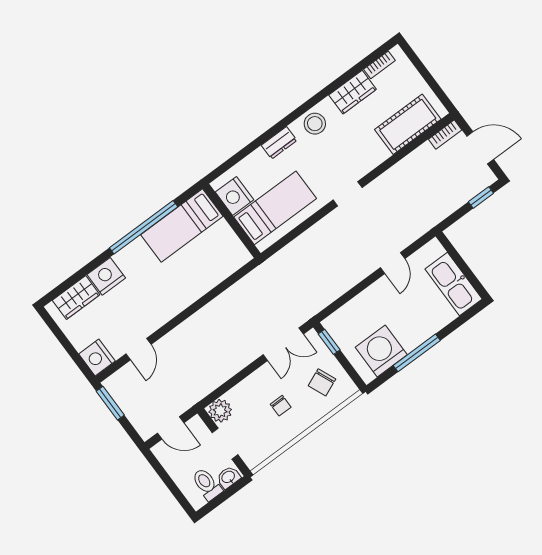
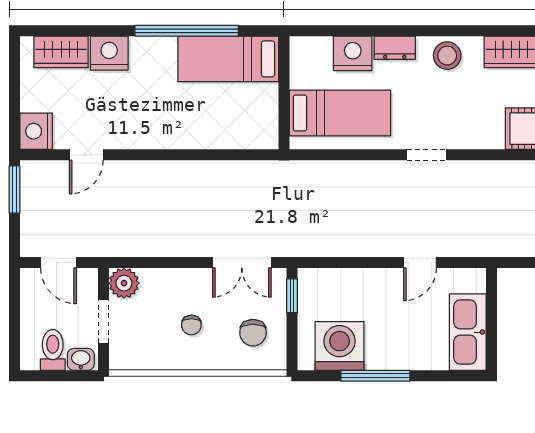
nightstand: (235, 196) -> (353, 53), moved, turned 90
chair: (322, 382) -> (253, 333), turned -67

